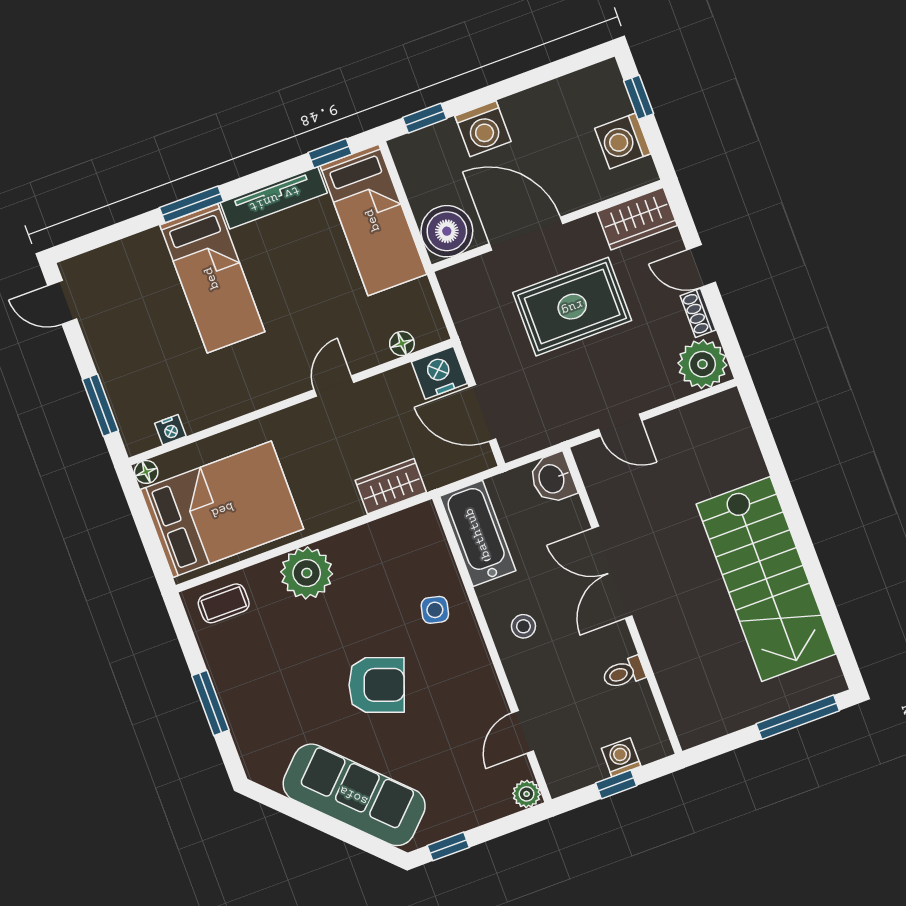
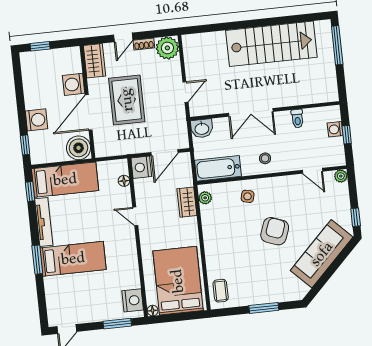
washing machine: (623, 141) -> (74, 84), moved, turned 90
nightstand: (170, 430) -> (133, 300), width x1.89, depth x1.79
plant: (307, 573) -> (205, 198), moved, width x0.53, depth x0.53

